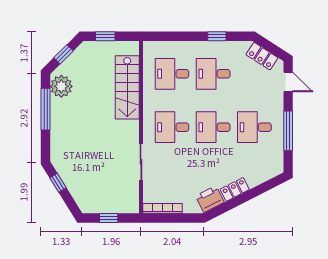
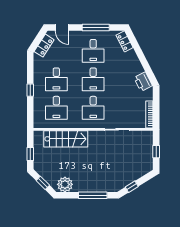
window: (217, 36) -> (30, 90), moved
door: (288, 82) -> (62, 27), swing flipped
window: (46, 109) -> (93, 195), moved
locker: (235, 189) -> (125, 41), moved

